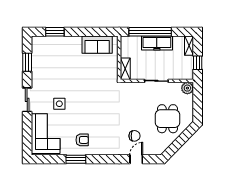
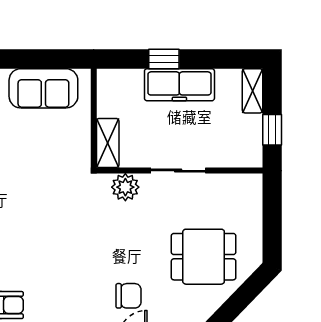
window: (150, 32) -> (164, 59), width x0.32
plant: (187, 88) -> (125, 187), moved
dining table: (168, 119) -> (204, 257), turned 90

